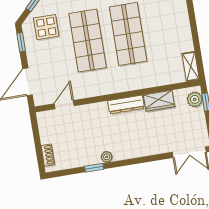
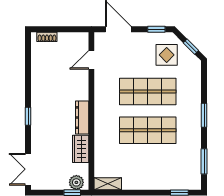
door: (64, 105) -> (91, 60), swing flipped
plant: (107, 157) -> (36, 92), removed
window: (94, 168) -> (28, 116), moved

